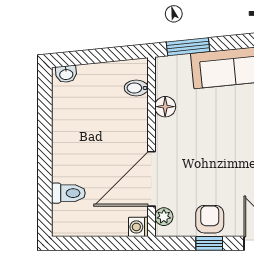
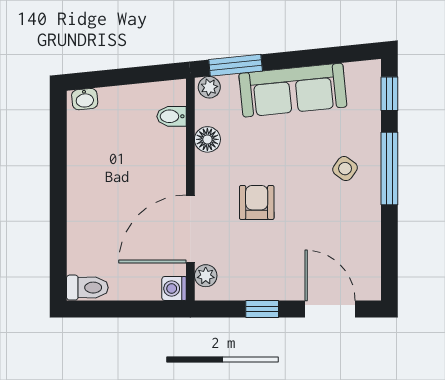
plant: (167, 65) -> (209, 87), added
toilet: (68, 193) -> (87, 288), moved
armchair: (210, 219) -> (257, 202), moved

